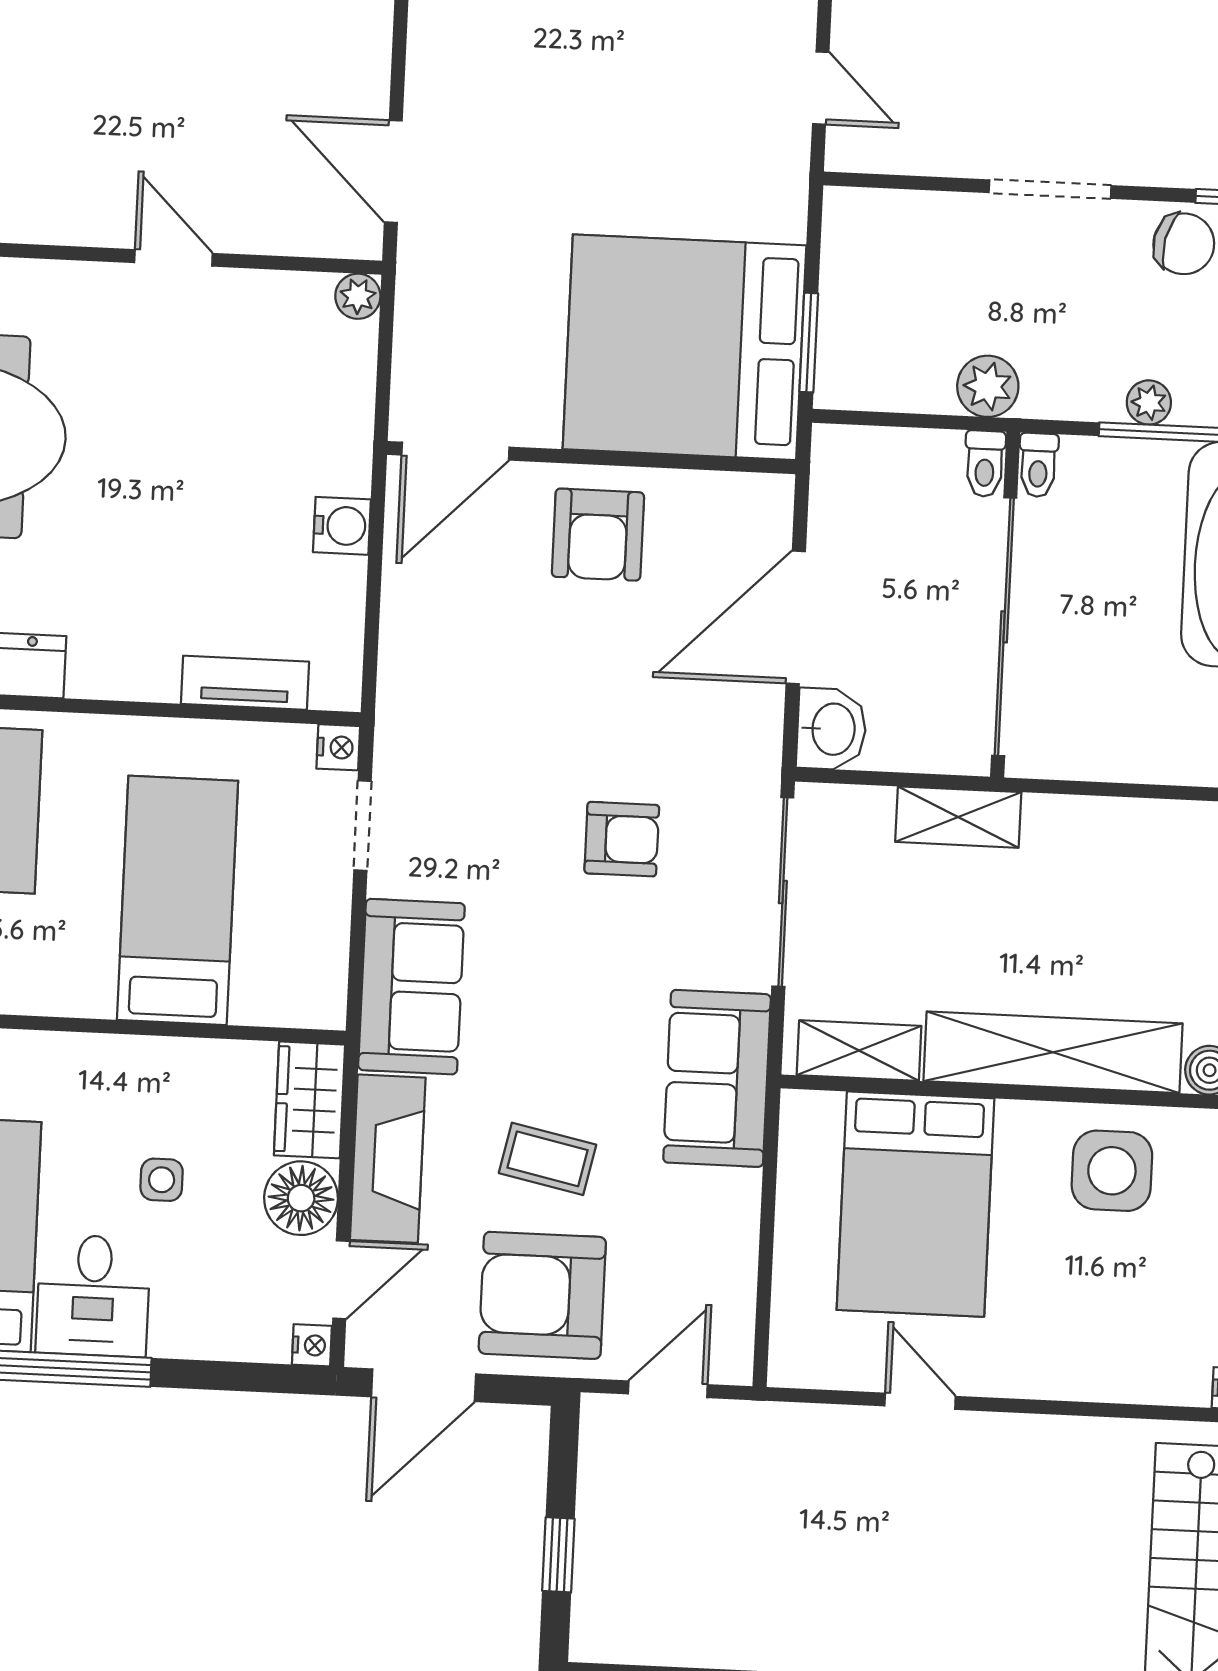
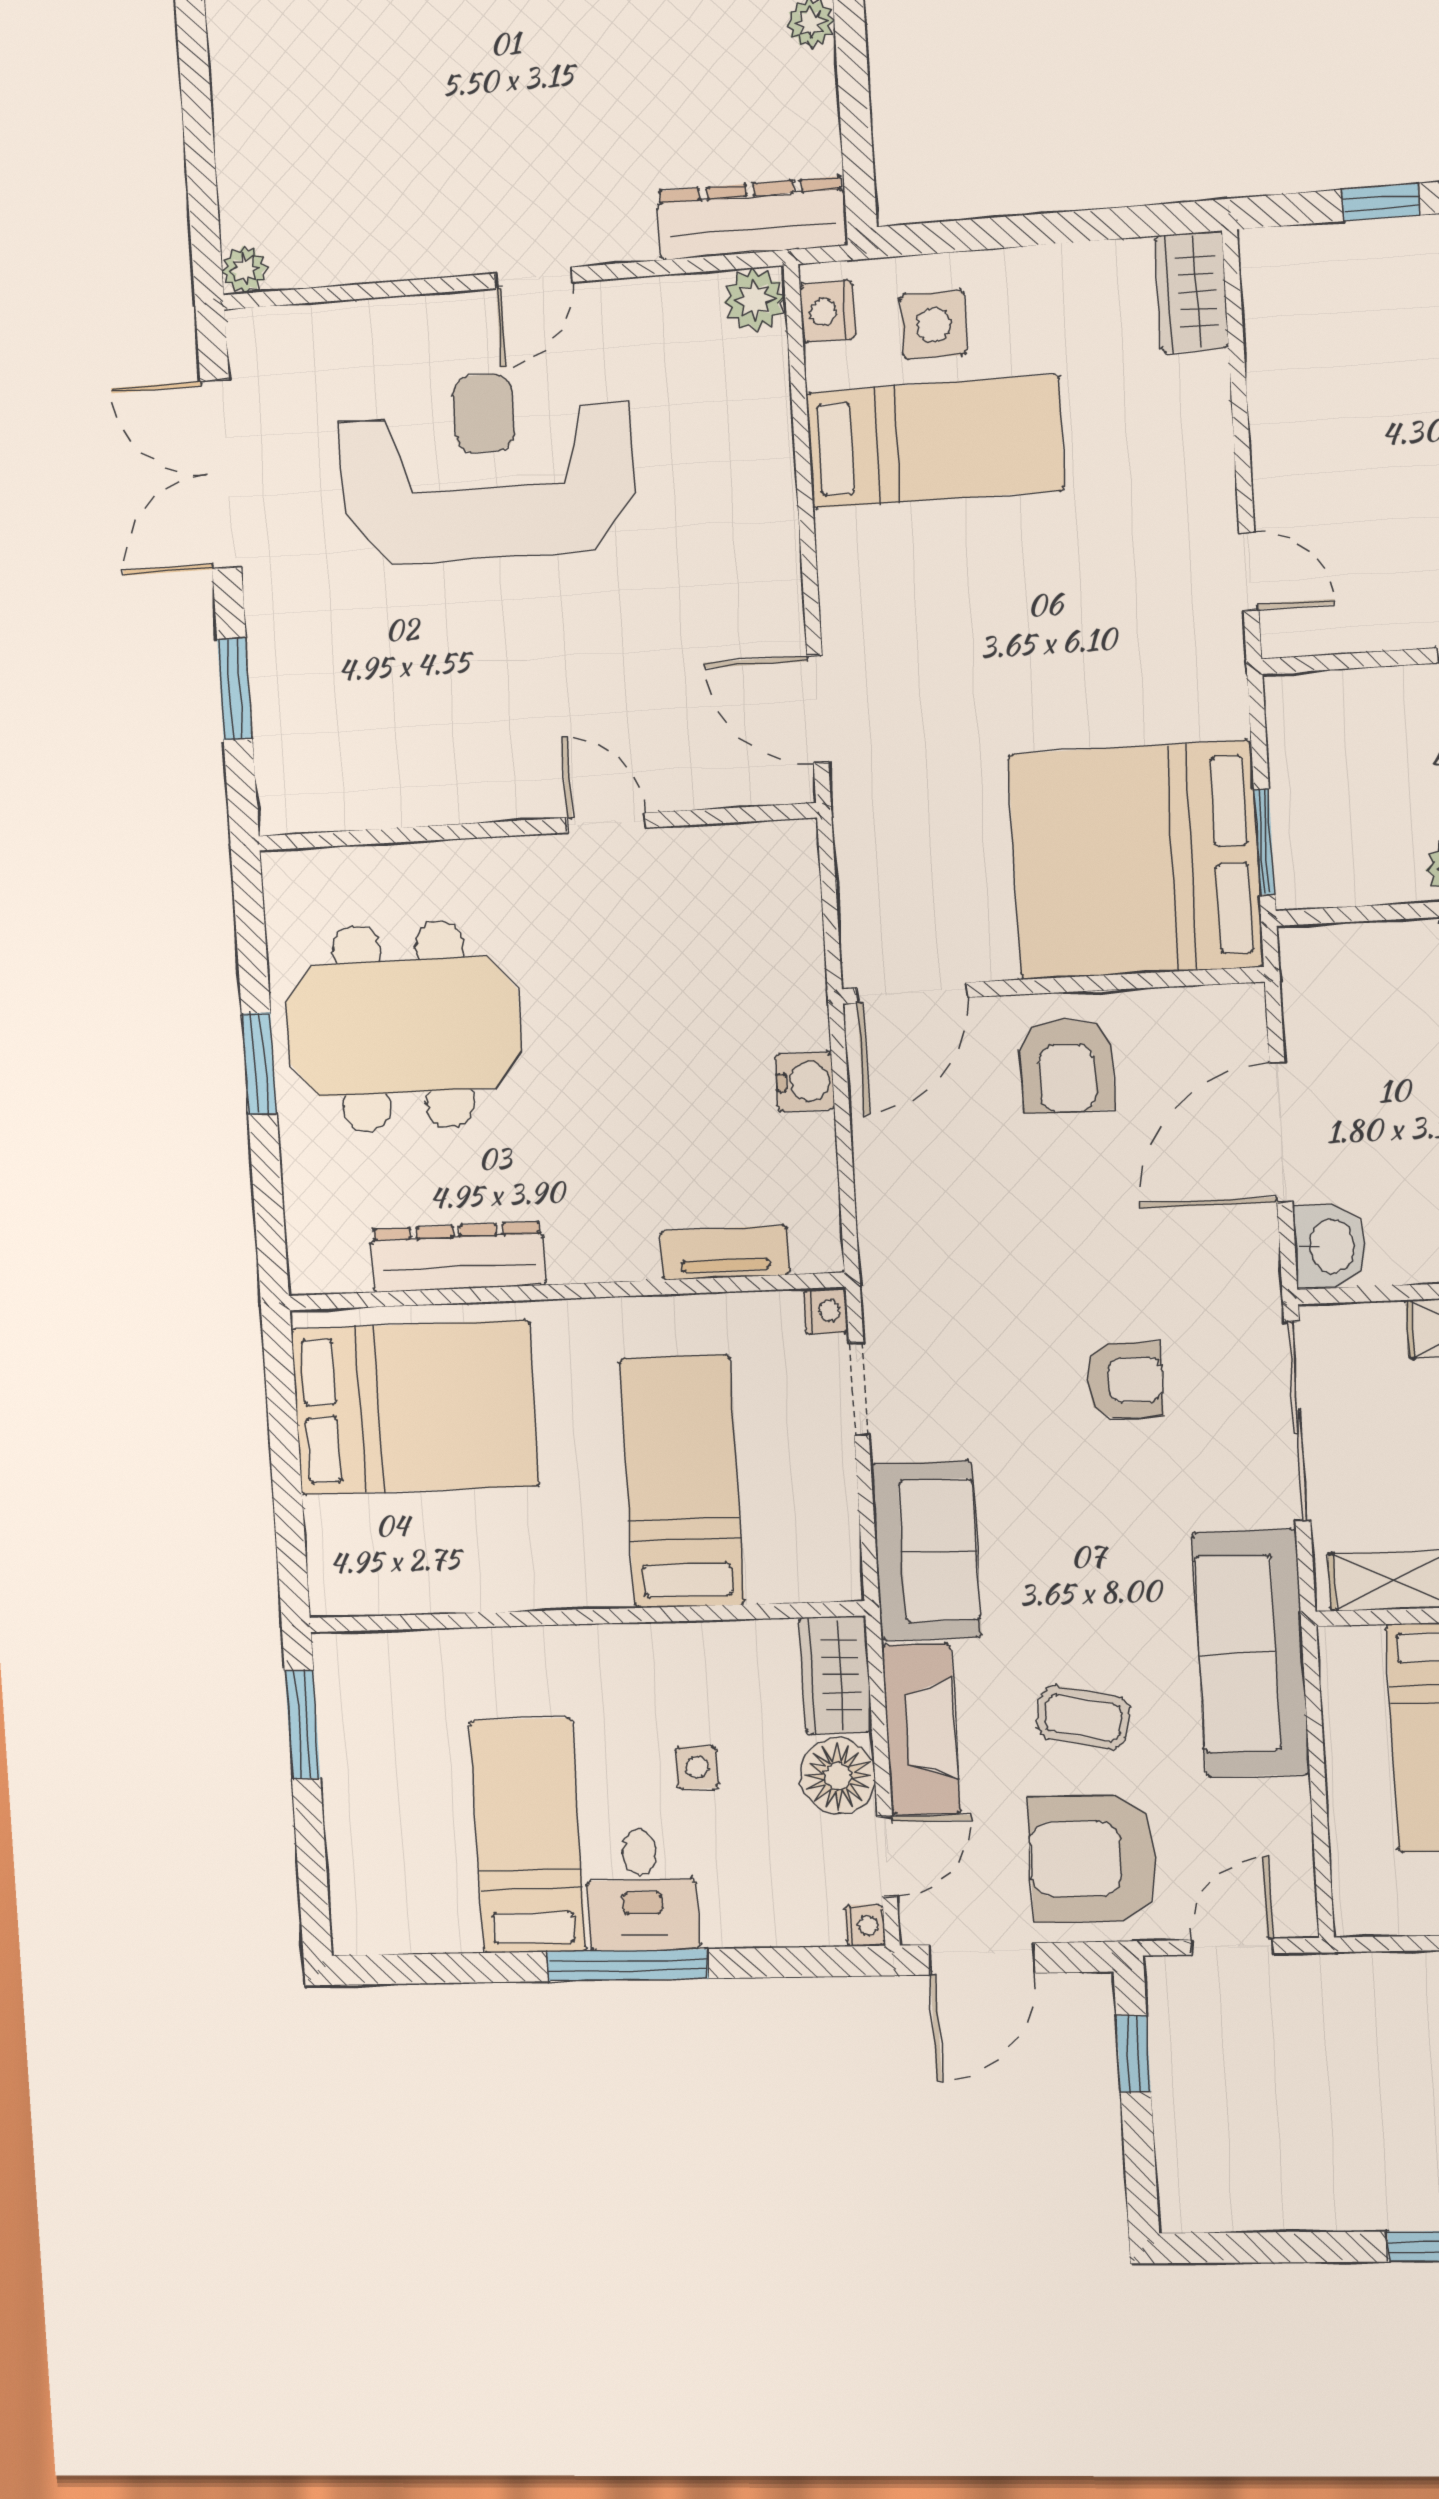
plant: (358, 296) -> (796, 842), removed
sofa: (717, 1078) -> (1251, 1653), width x1.36
window: (558, 1555) -> (1133, 2054), moved

